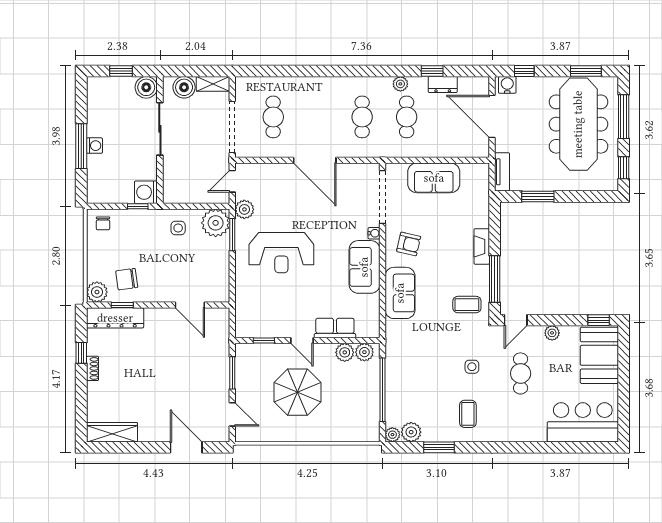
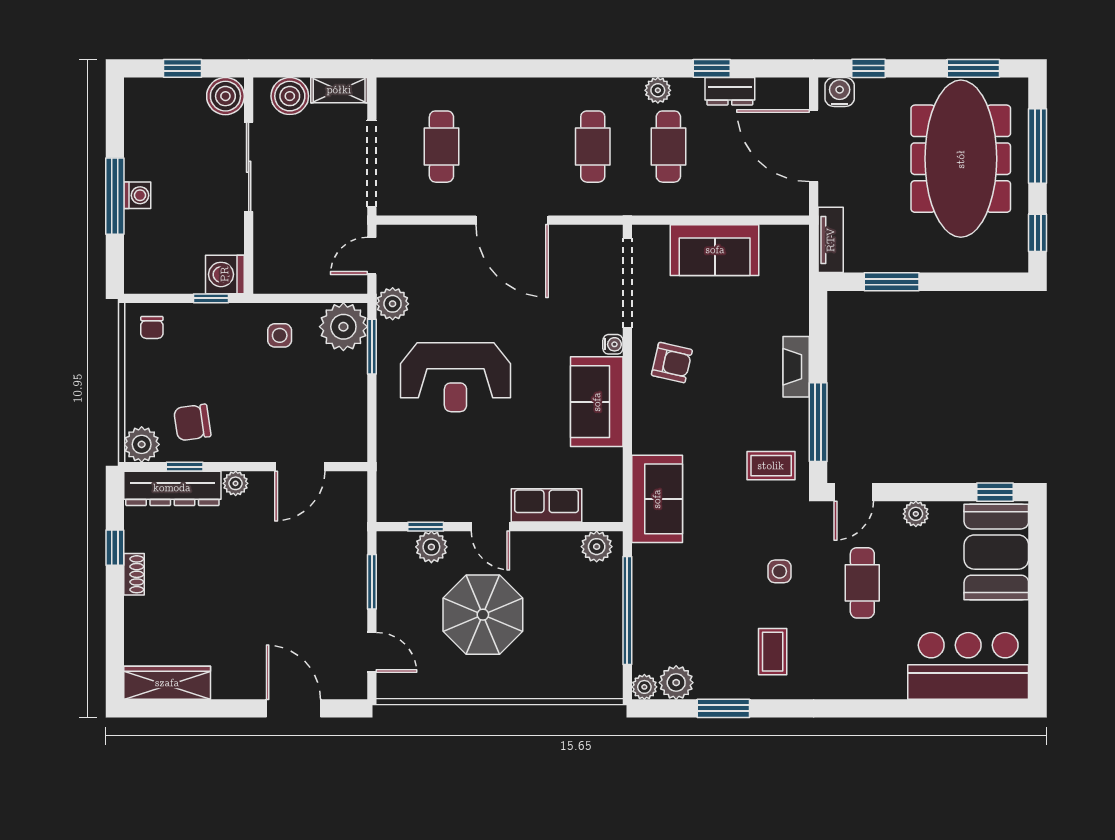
sofa: (400, 293) -> (657, 499), moved
door: (190, 305) -> (300, 467), hinge flipped
plant: (152, 315) -> (236, 483), added
plant: (345, 352) -> (431, 547), moved

